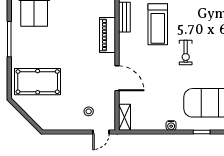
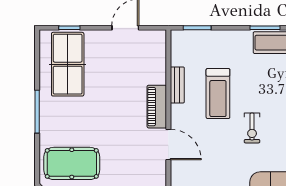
door: (117, 78) -> (168, 145), moved

